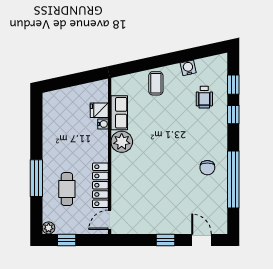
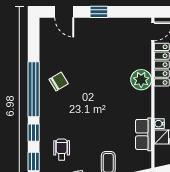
plant: (122, 142) -> (141, 80), moved
chair: (207, 168) -> (59, 82), turned 59
window: (233, 180) -> (34, 89), moved

